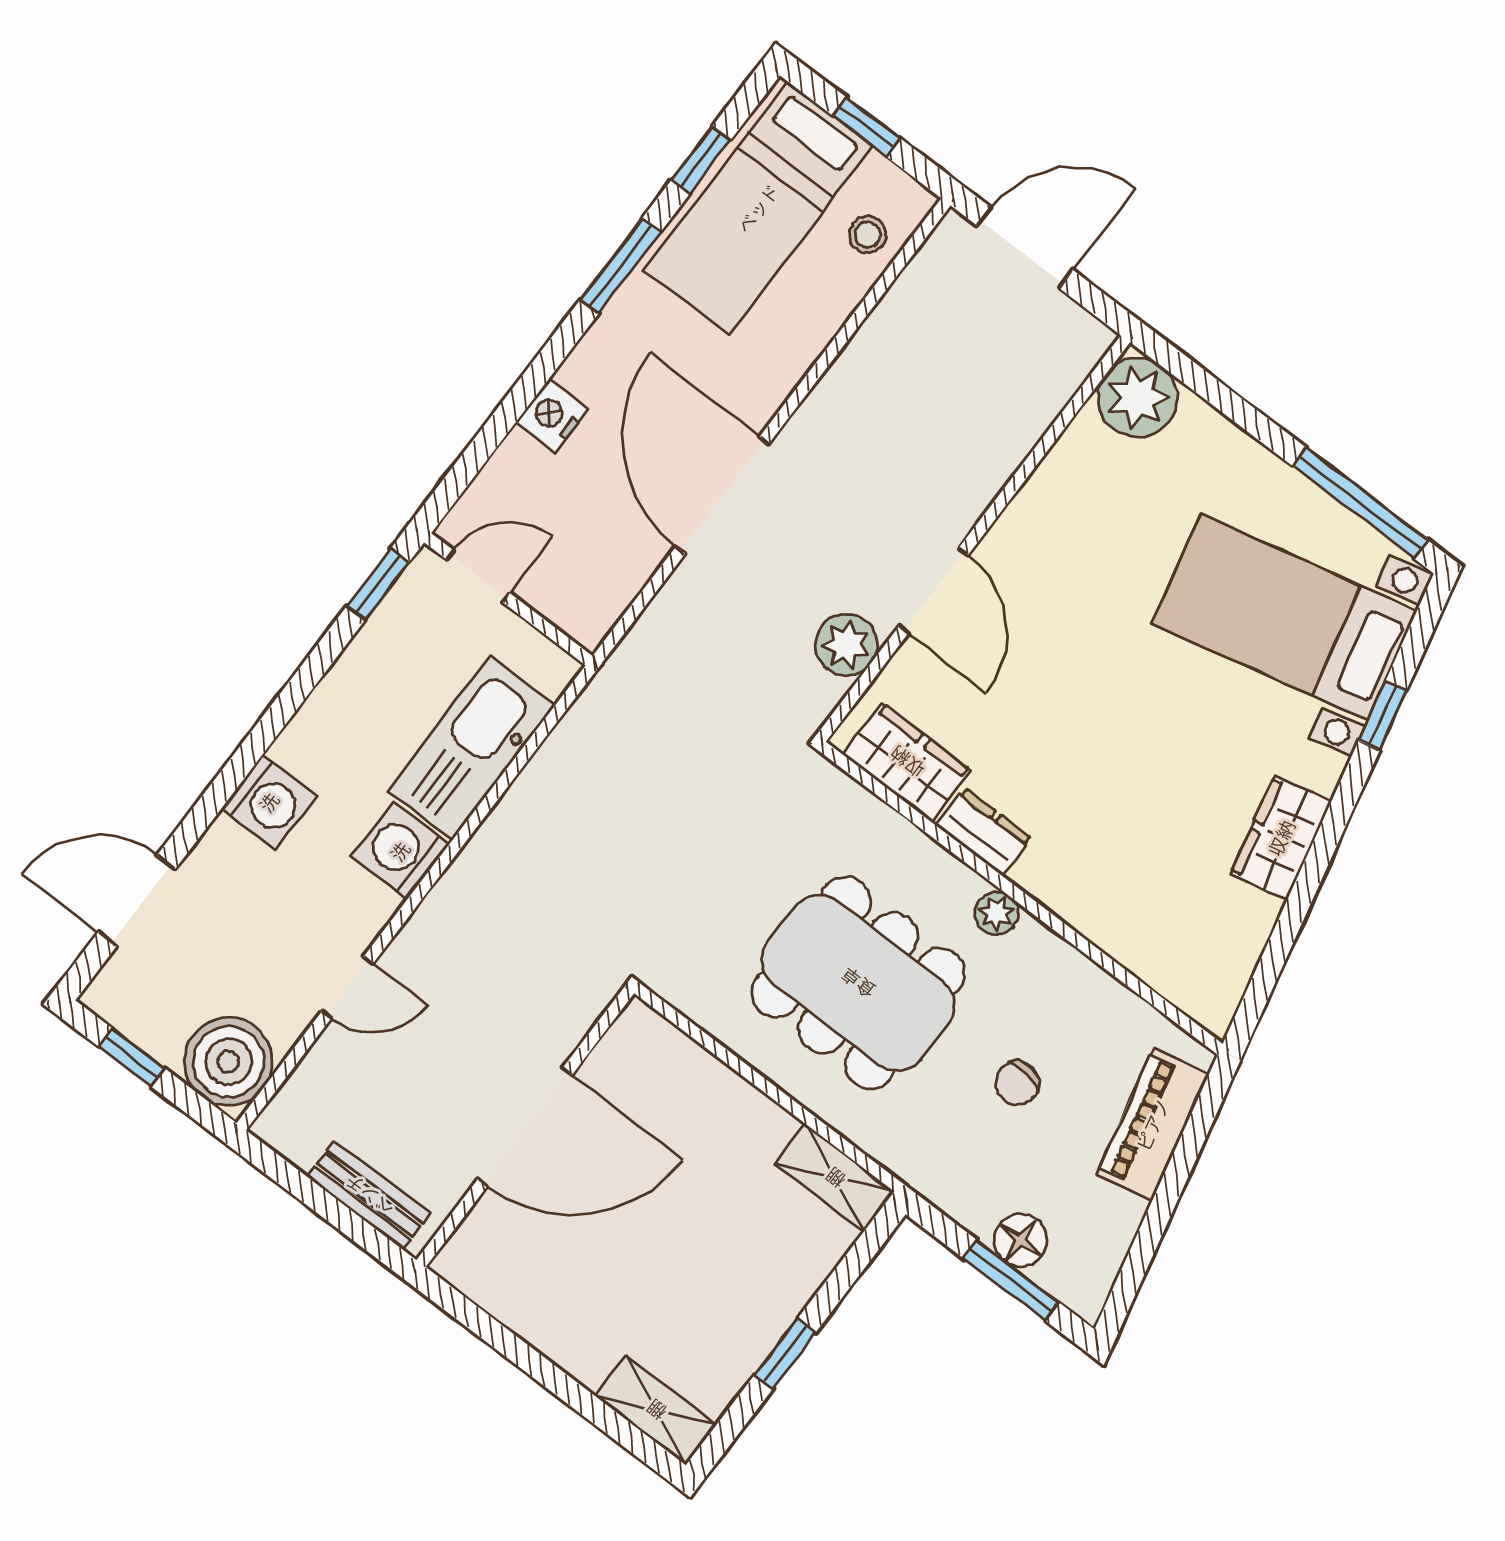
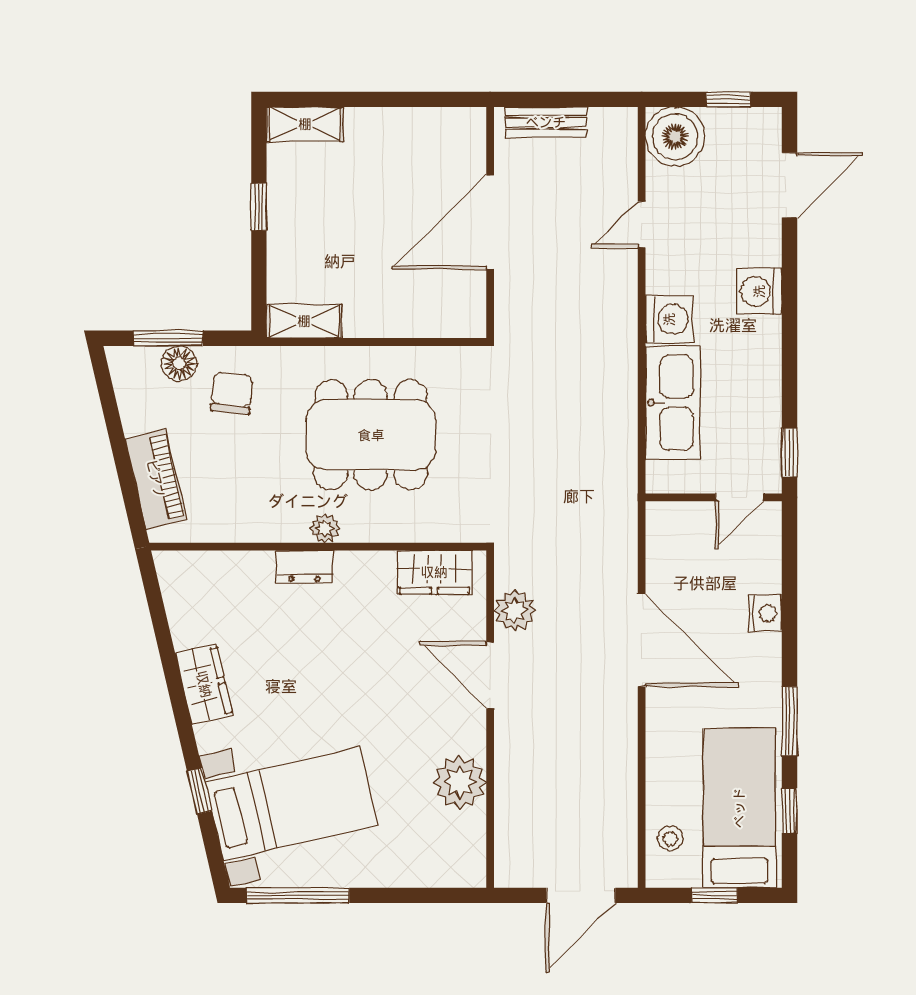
plant: (1138, 397) -> (460, 782), moved
dresser: (984, 832) -> (304, 566), moved
chair: (1017, 1083) -> (232, 393), moved, width x1.37, depth x1.37

